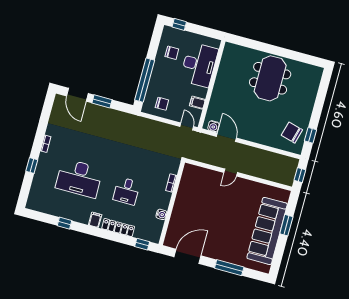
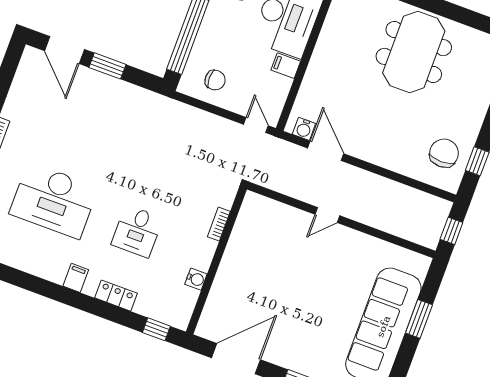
filing cabinet: (197, 103) -> (286, 66), moved
chair: (292, 133) -> (444, 153), turned 75
window: (64, 223) -> (20, 279), removed
locker: (118, 228) -> (116, 296), width x0.66

